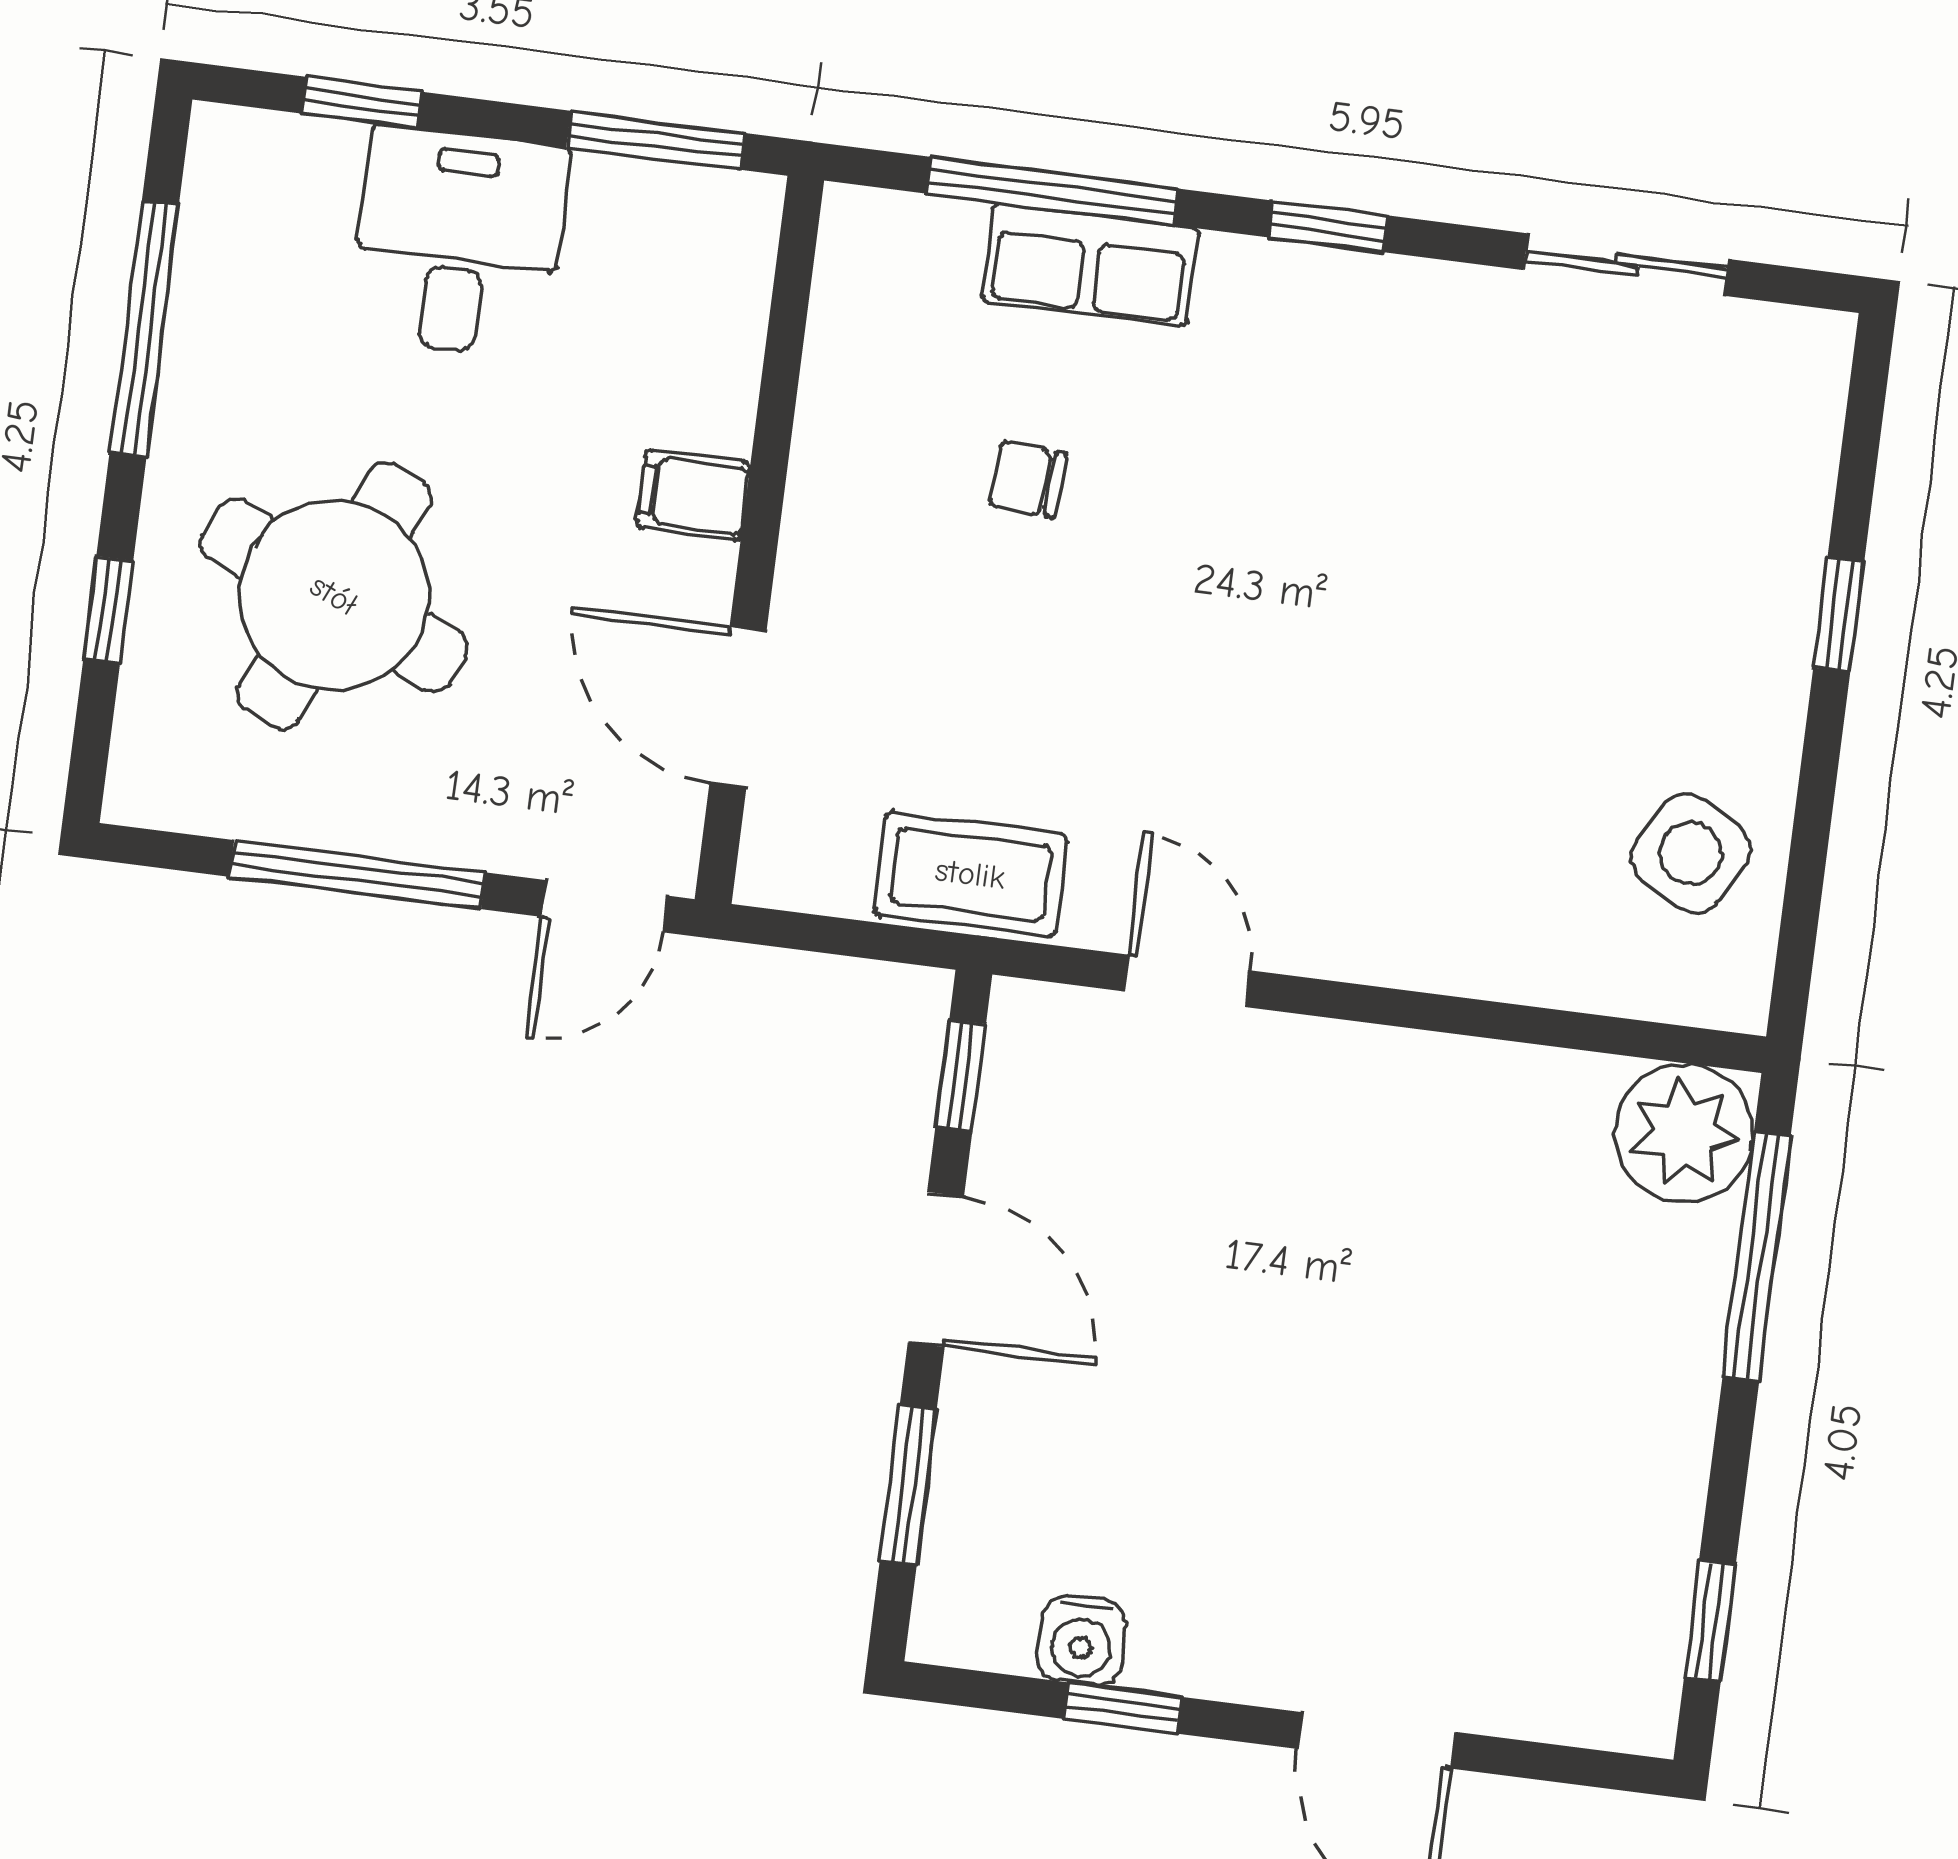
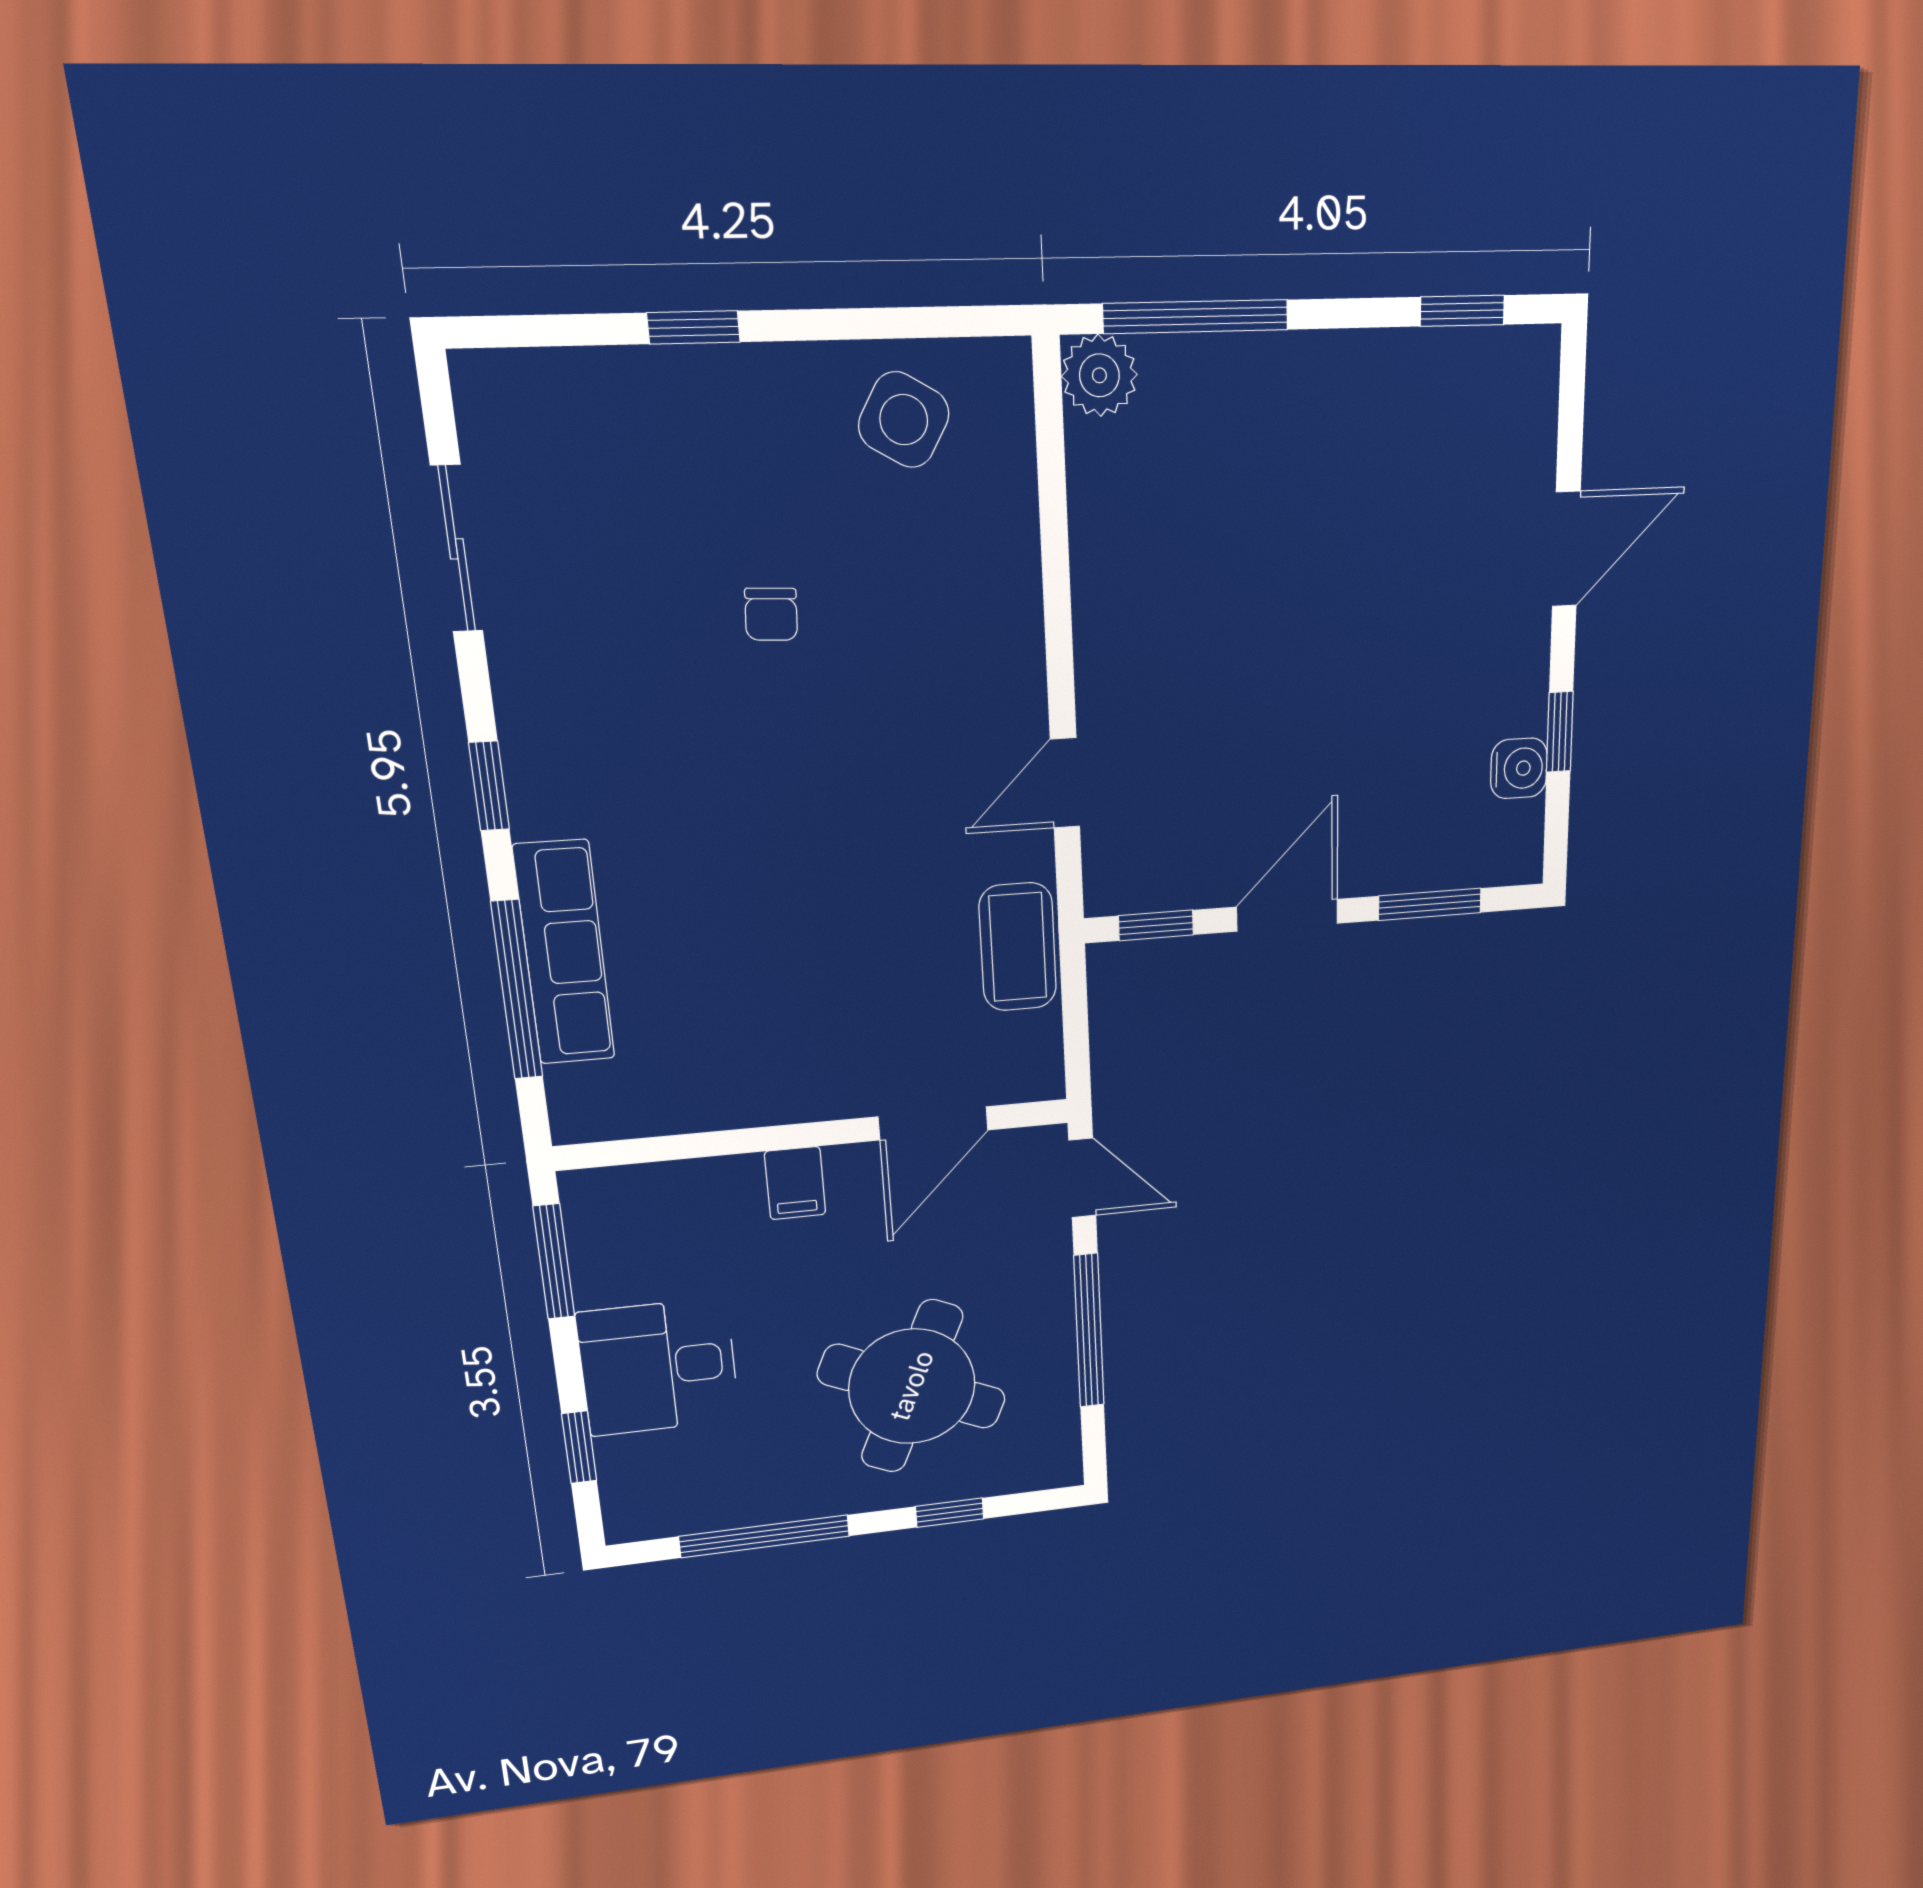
row of seats: (1090, 265) -> (564, 953), width x1.48
chair: (1028, 480) -> (771, 614), moved
plant: (1684, 1133) -> (1099, 375), width x0.73, depth x0.73

